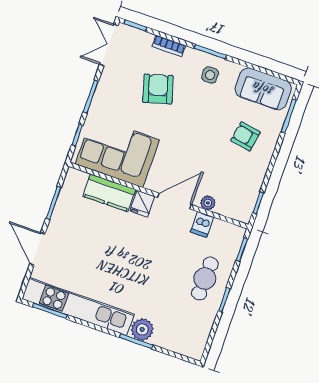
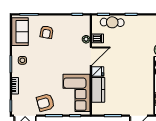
armchair: (158, 89) -> (45, 103), moved
door: (174, 201) -> (91, 56), swing flipped
cafe table: (205, 279) -> (112, 22), moved

